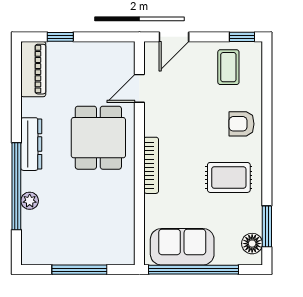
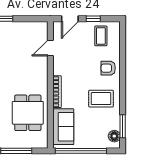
window: (242, 37) -> (93, 19), moved
dining table: (98, 138) -> (28, 113), moved
sofa: (182, 247) -> (63, 127), moved, turned 90

